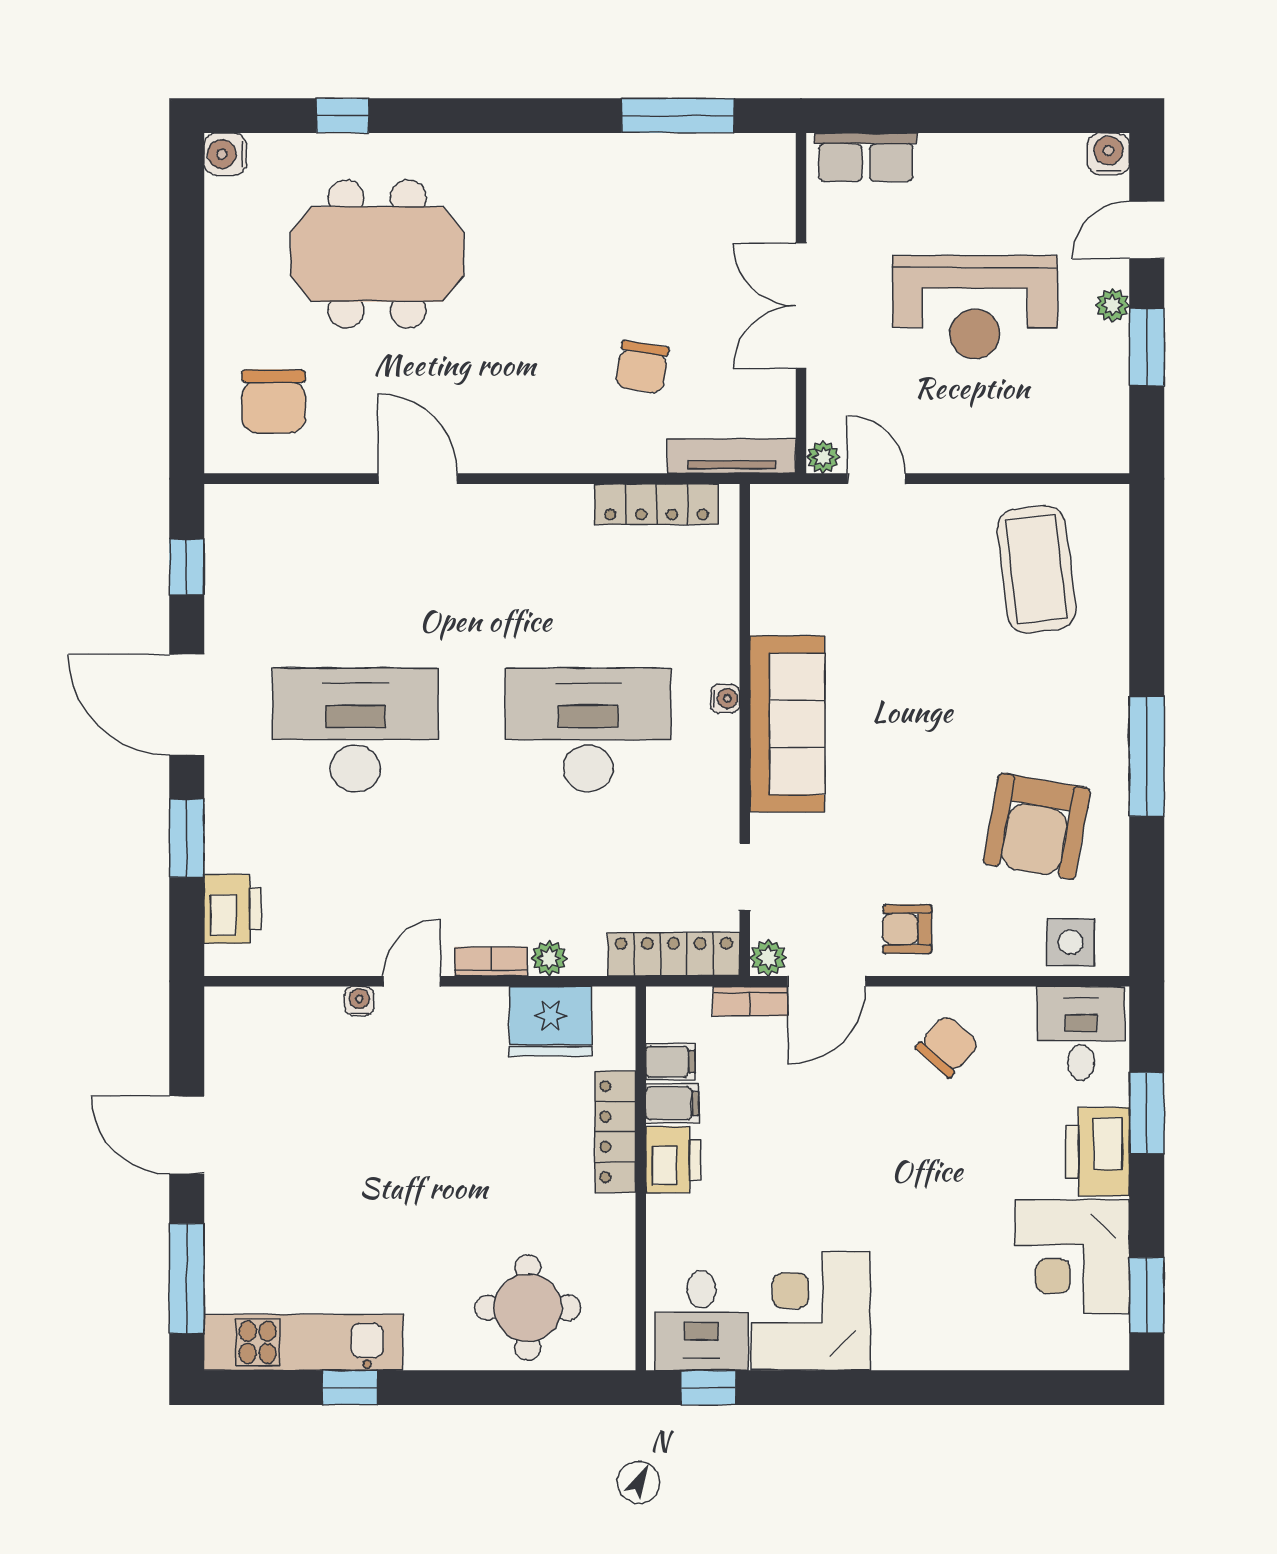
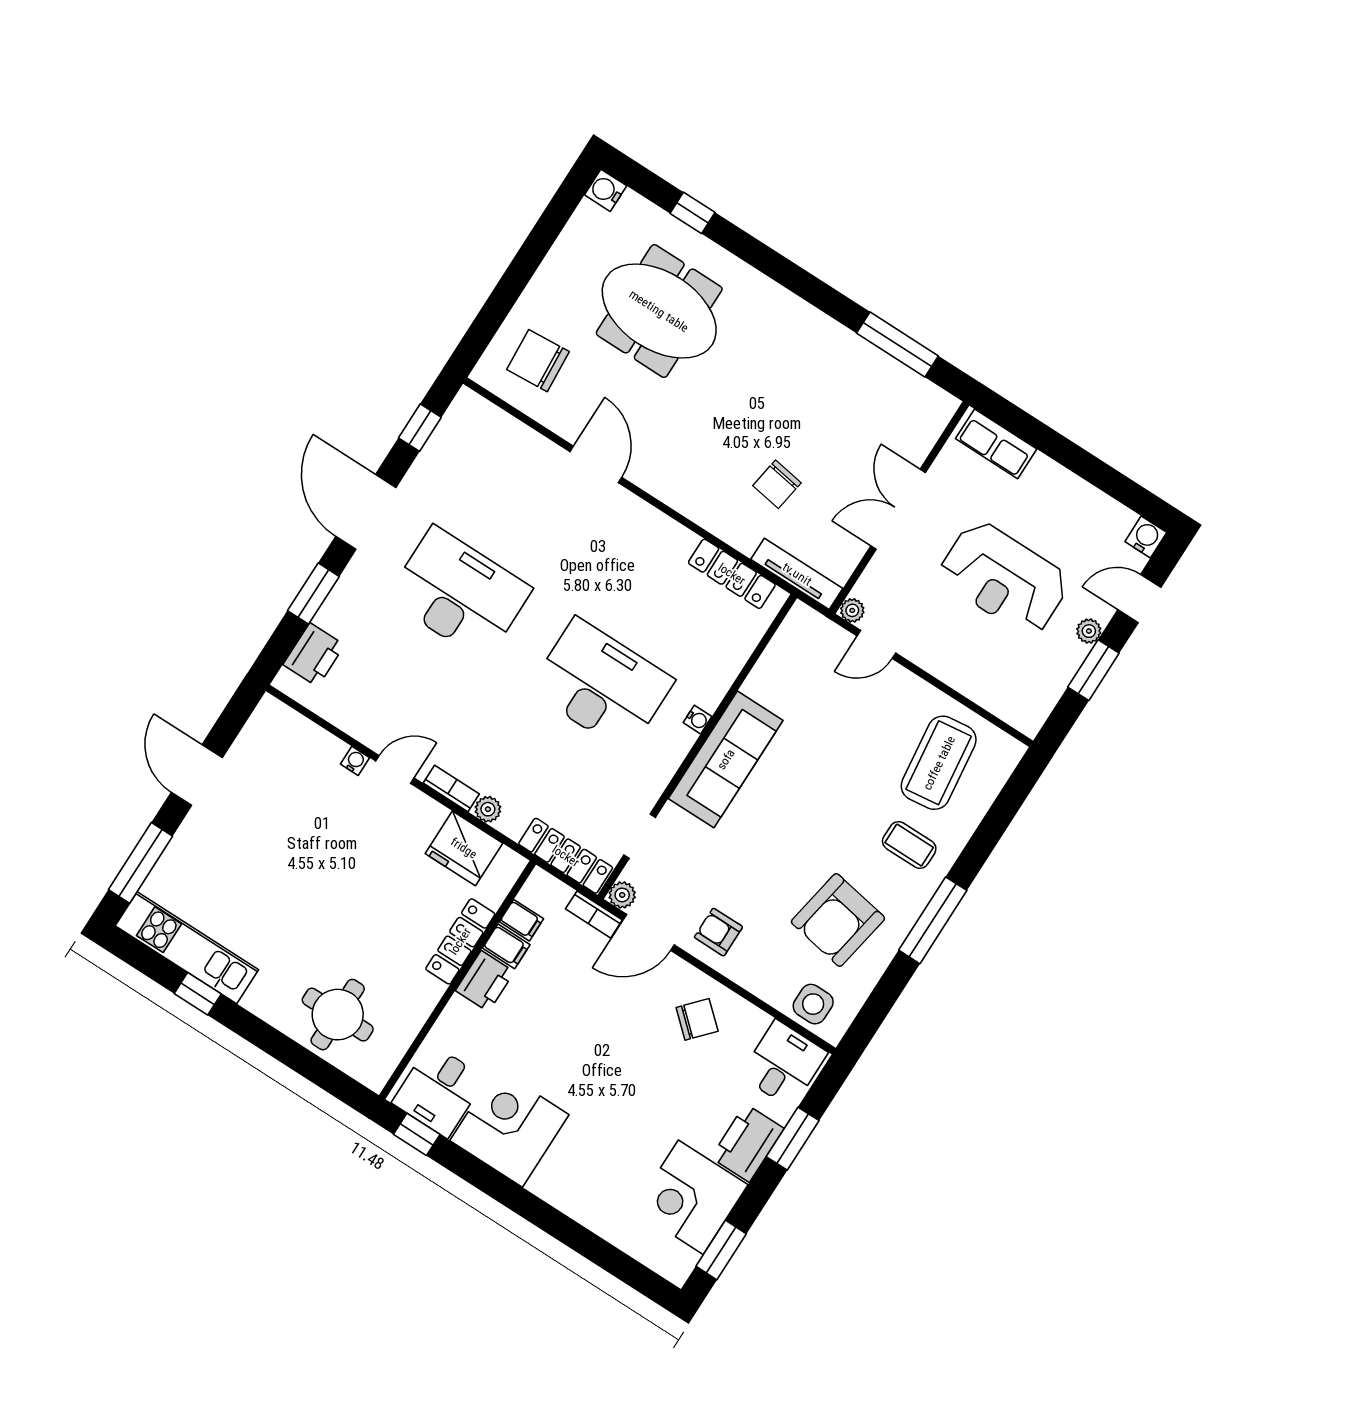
chair: (274, 401) -> (538, 361), turned 86
door: (876, 479) -> (876, 644), swing flipped
coffee table: (1063, 686) -> (909, 845), added

